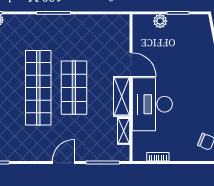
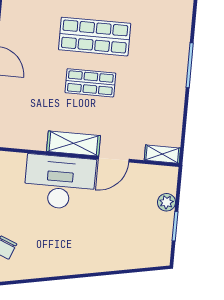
shop shelf: (38, 88) -> (95, 37), width x0.71
shop shelf: (74, 88) -> (90, 83), width x0.70, depth x0.74
shelving: (124, 131) -> (162, 154), moved

